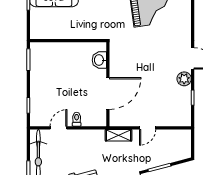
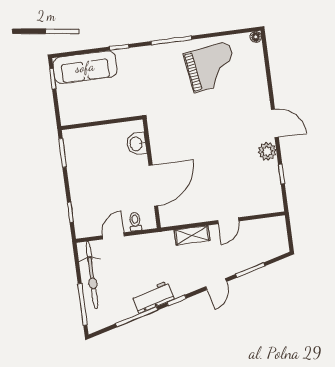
washbasin: (99, 60) -> (136, 144), moved
wall: (108, 84) -> (152, 173), moved
door: (108, 93) -> (153, 186), moved

